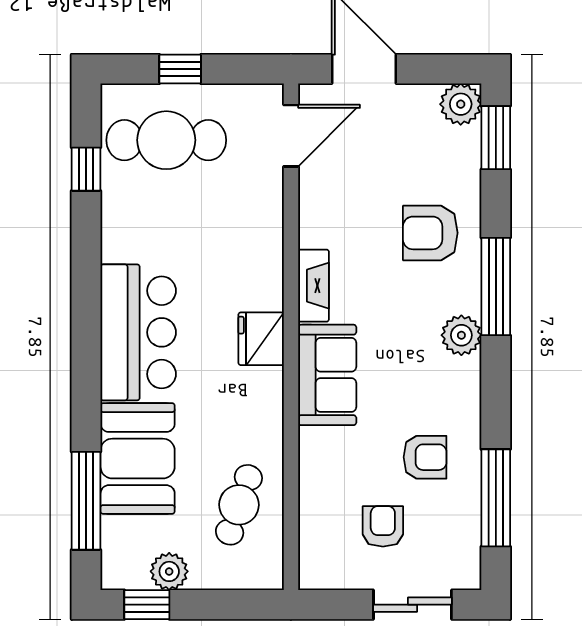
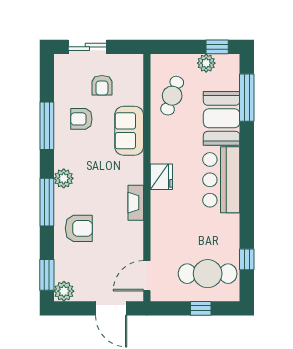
sofa: (327, 375) -> (129, 131), moved
window: (496, 498) -> (47, 126), moved

